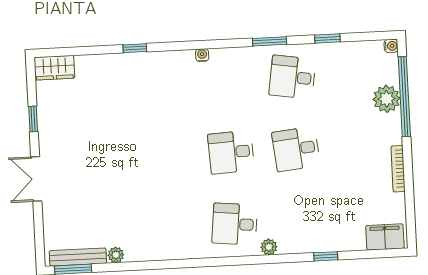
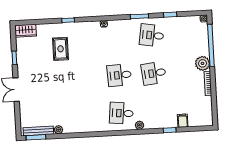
plant: (387, 99) -> (203, 63), moved
rug: (120, 102) -> (61, 49), added
filing cabinet: (385, 237) -> (183, 121), moved, width x0.50

